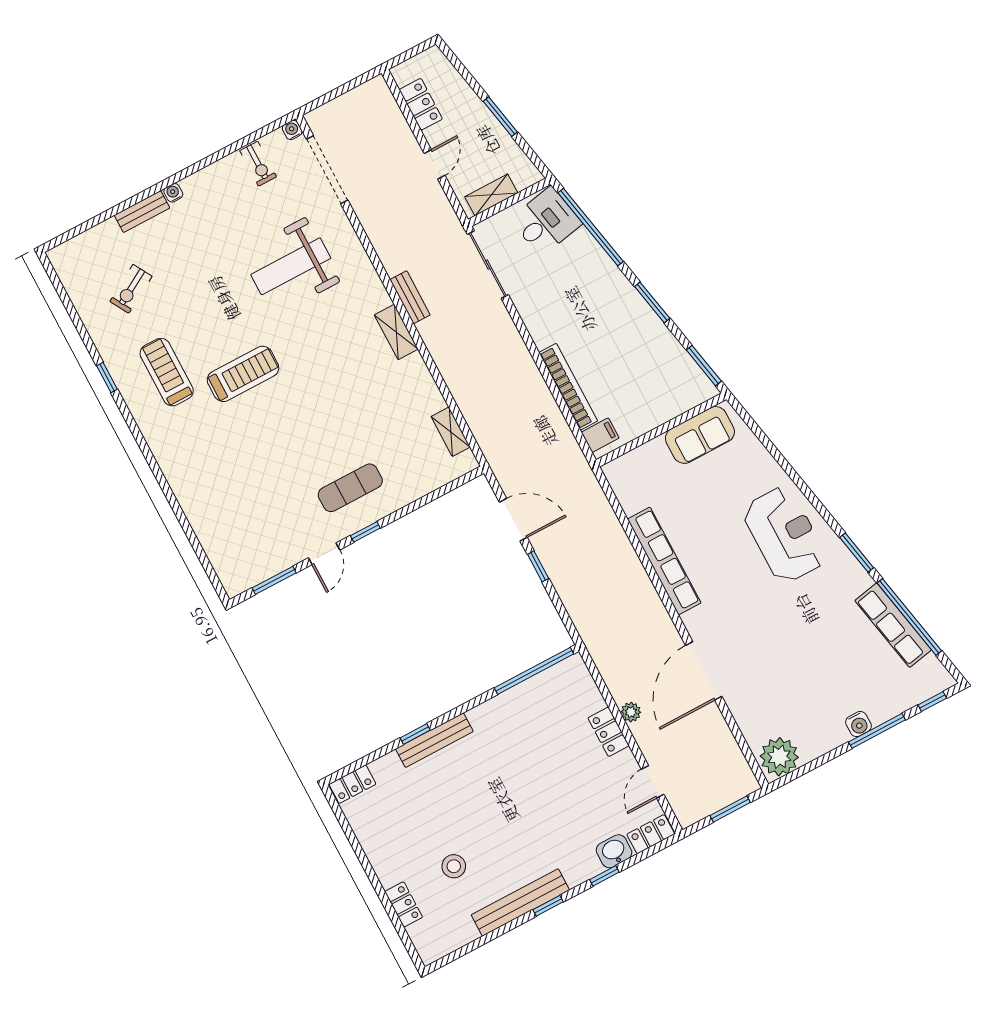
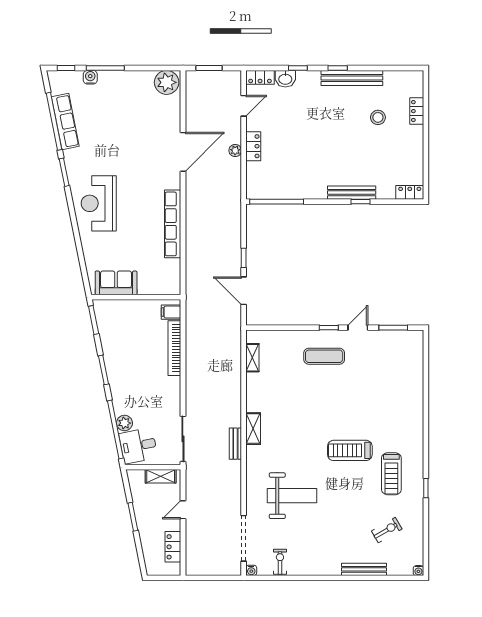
water cooler: (173, 193) -> (418, 571), moved
bench: (142, 212) -> (364, 569), width x1.36
plant: (583, 243) -> (124, 423), added
water cooler: (858, 724) -> (90, 77), moved

